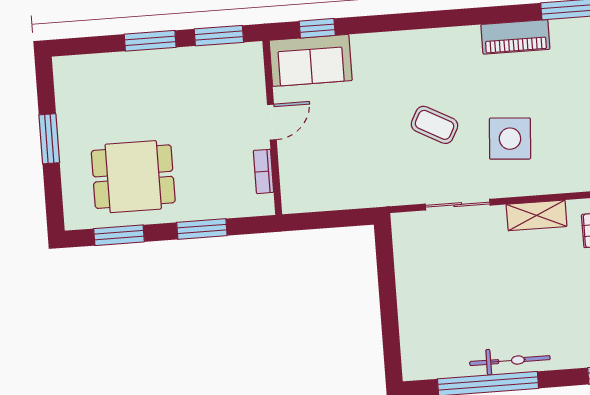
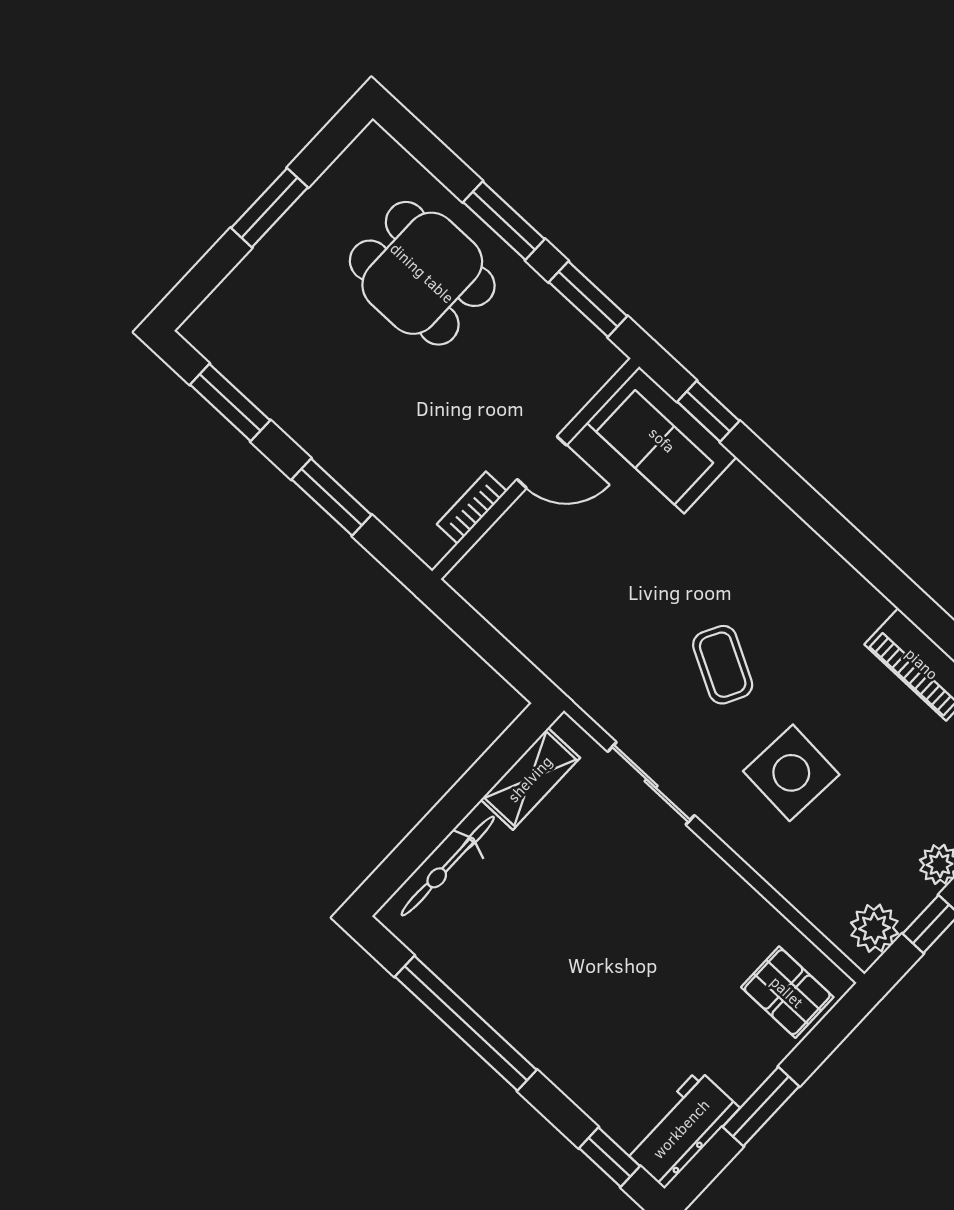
dining table: (133, 177) -> (422, 273), moved
shelving: (537, 215) -> (530, 779), moved, turned 90
bicycle: (510, 361) -> (448, 866), moved, turned 90

